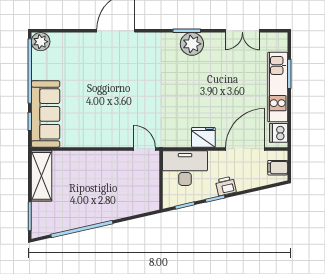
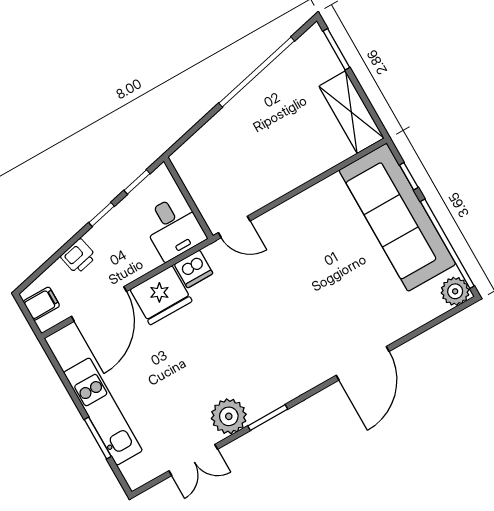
double door: (242, 31) -> (193, 460), swing flipped
plant: (192, 44) -> (229, 416), moved
sofa: (46, 114) -> (397, 217), width x1.36, depth x1.27
dishwasher: (279, 133) -> (193, 269), moved, turned 90
fridge: (203, 137) -> (161, 295), width x1.36, depth x1.34
desk: (185, 168) -> (173, 228), width x0.73
printer: (226, 186) -> (78, 256), moved

